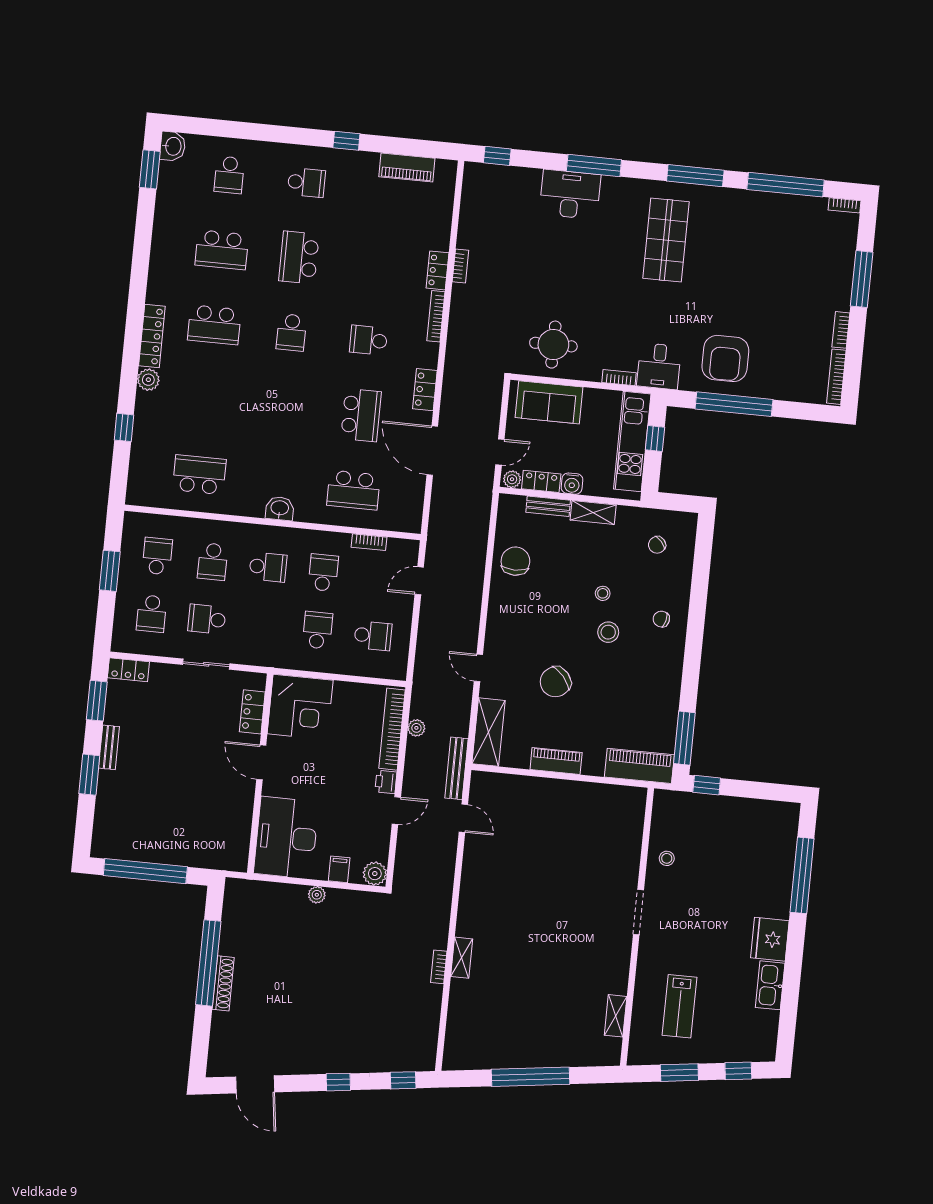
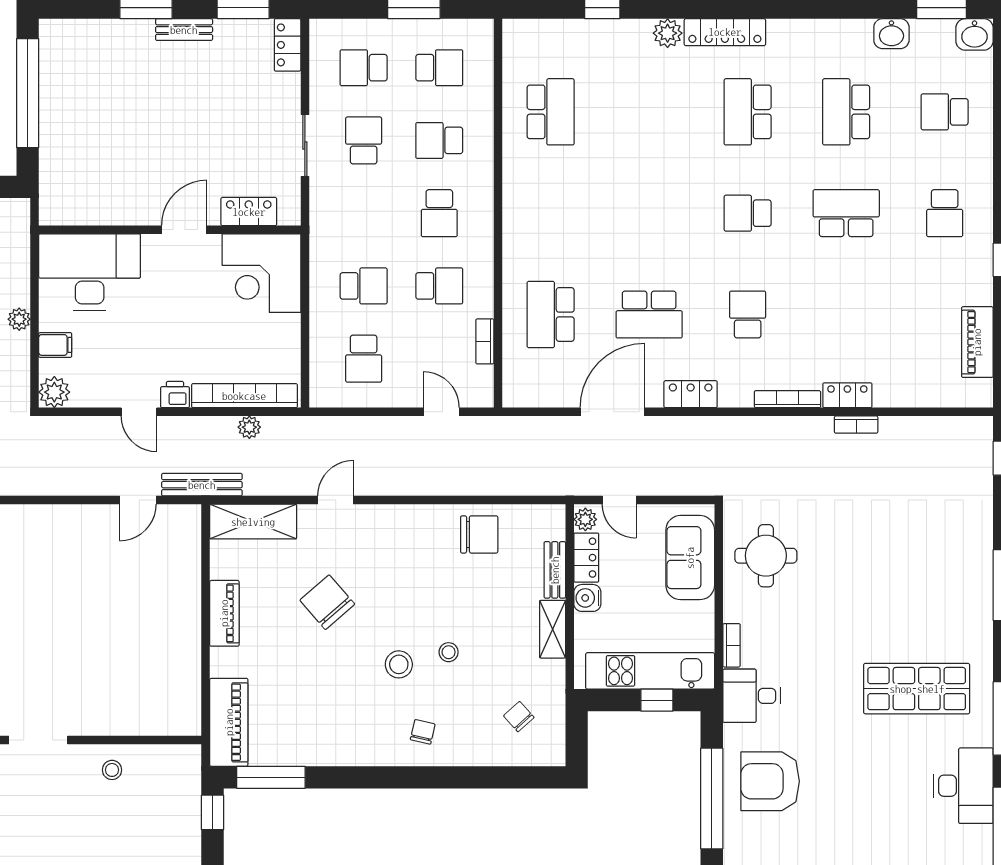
desk: (570, 194) -> (963, 786), moved
washbasin: (280, 508) -> (891, 34), moved, turned 90

